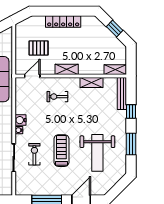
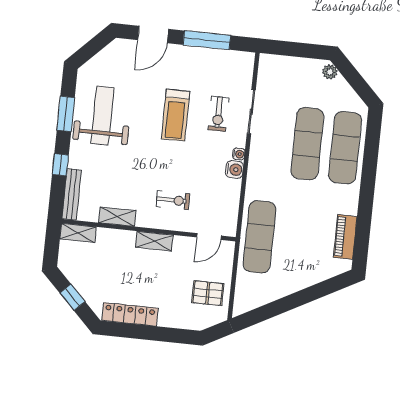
locker: (63, 21) -> (130, 314), moved
pallet: (39, 48) -> (208, 293), moved
weight bench: (97, 153) -> (103, 115), moved

